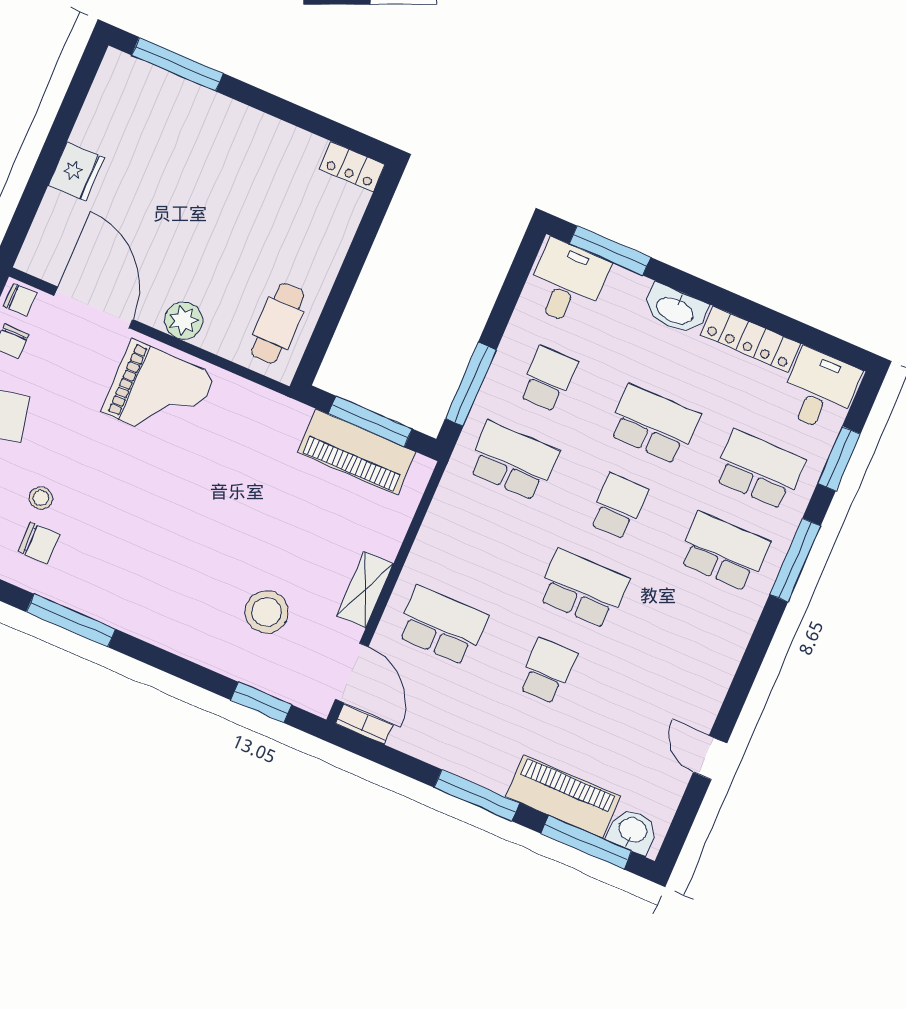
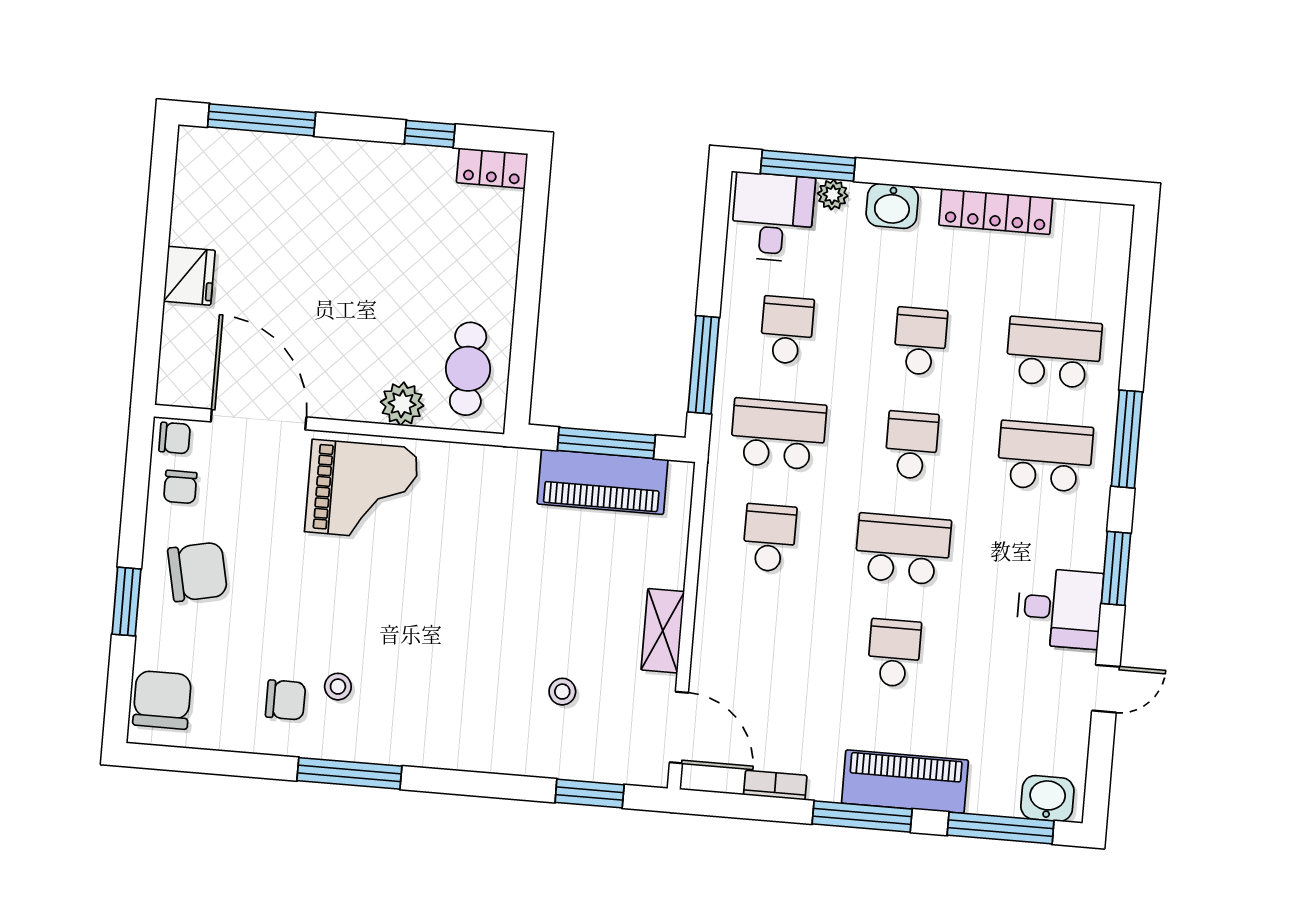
window: (311, 122) -> (430, 134), added
plant: (622, 281) -> (833, 195), added
washbasin: (675, 310) -> (892, 206), width x0.72
plant: (184, 321) -> (402, 404), moved
desk: (819, 390) -> (1060, 608), moved, turned 90
school desk: (654, 424) -> (920, 341), width x0.54
window: (839, 459) -> (1116, 568), moved
stool: (41, 498) -> (338, 687), moved
stool: (267, 612) -> (562, 692), width x0.53, depth x0.53
school desk: (442, 625) -> (769, 538), moved, width x0.54
bookcase: (364, 724) -> (775, 785), moved
door: (710, 758) -> (1106, 689), swing flipped
piano: (563, 797) -> (905, 782), moved

